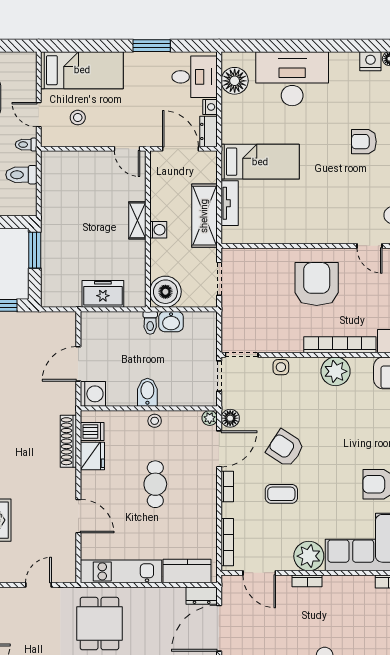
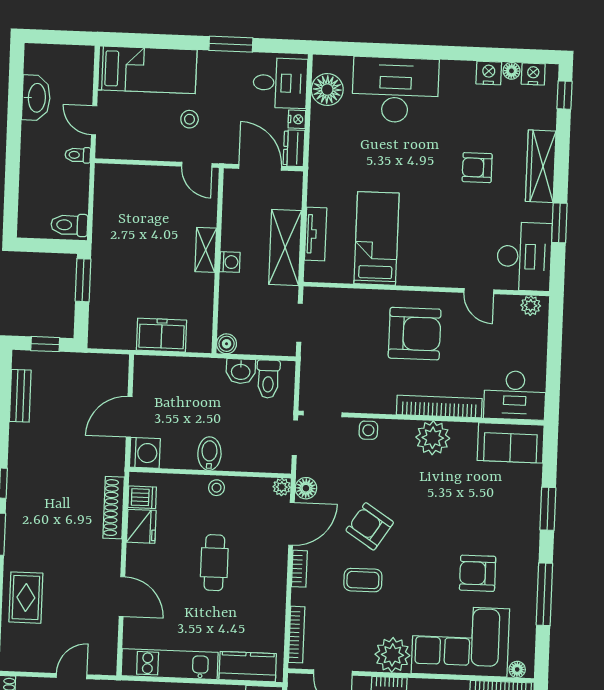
stool: (78, 118) -> (190, 119), moved
bed: (260, 162) -> (377, 238), moved, turned -90
toilet: (21, 175) -> (69, 225), moved
armchair: (317, 284) -> (415, 334), turned 90
boiler: (165, 292) -> (227, 344), width x0.54, depth x0.54
toilet: (150, 323) -> (268, 379), moved, width x1.37, depth x1.39

